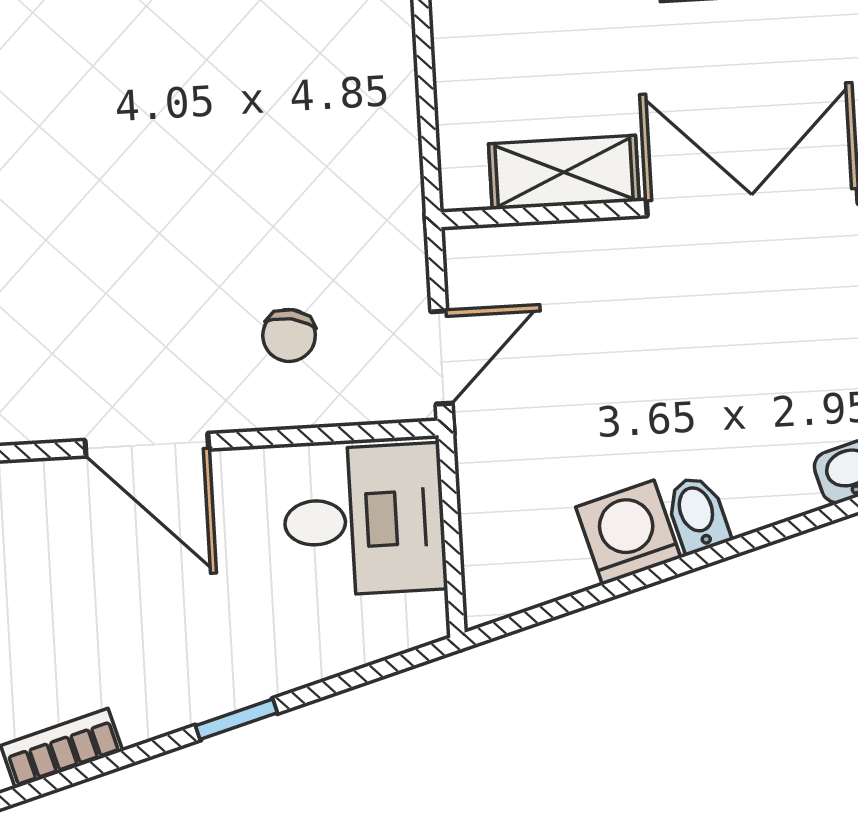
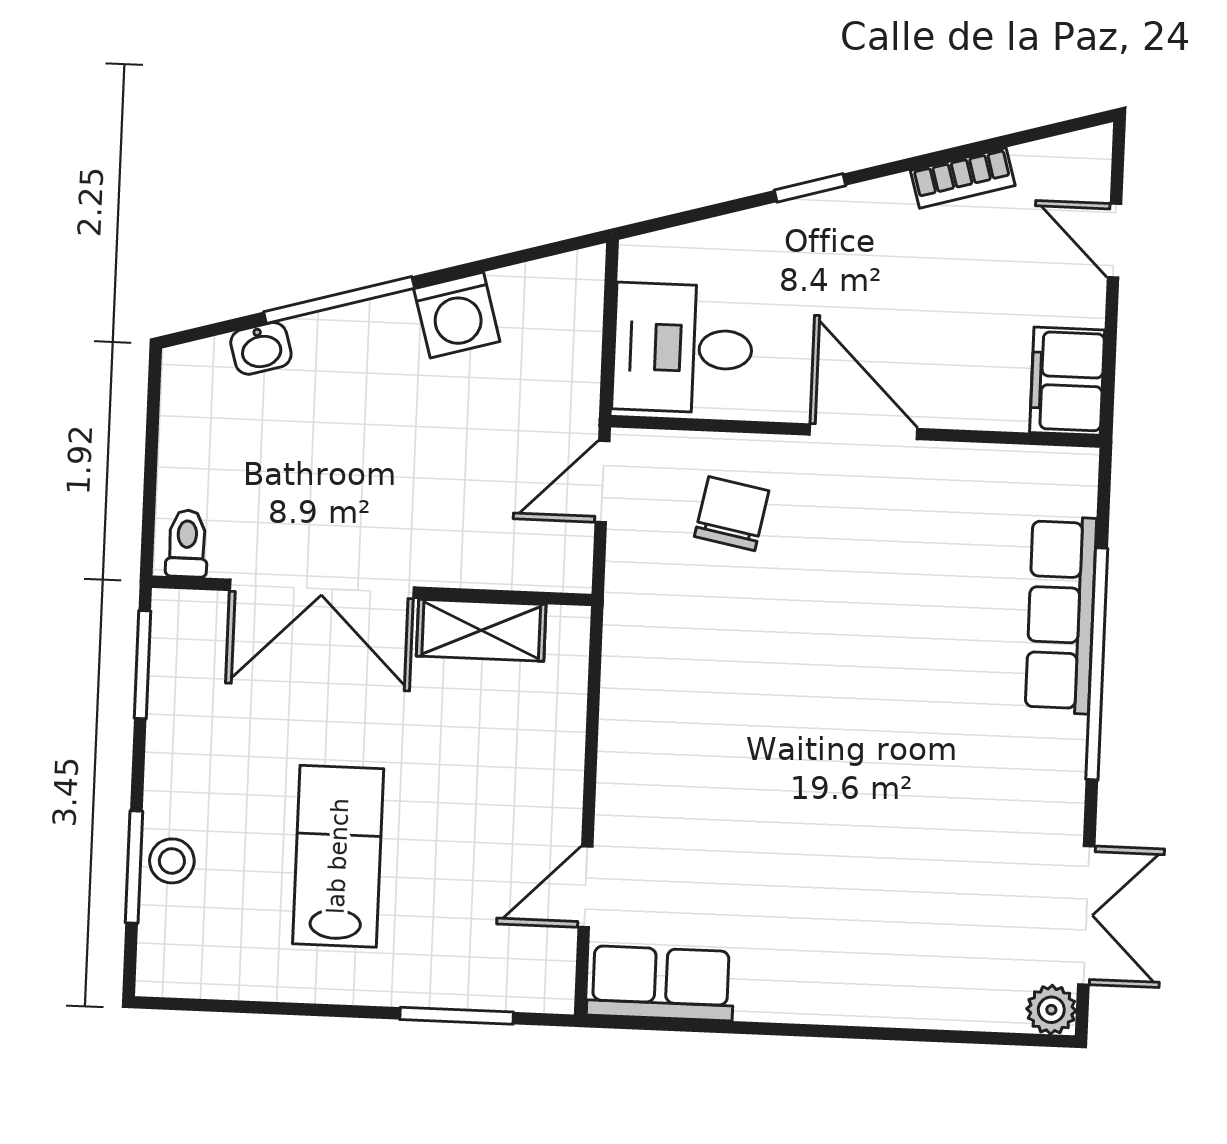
chair: (289, 335) -> (732, 514), width x1.37, depth x1.37
bidet: (698, 514) -> (396, 325), removed
window: (765, 536) -> (339, 300), added

